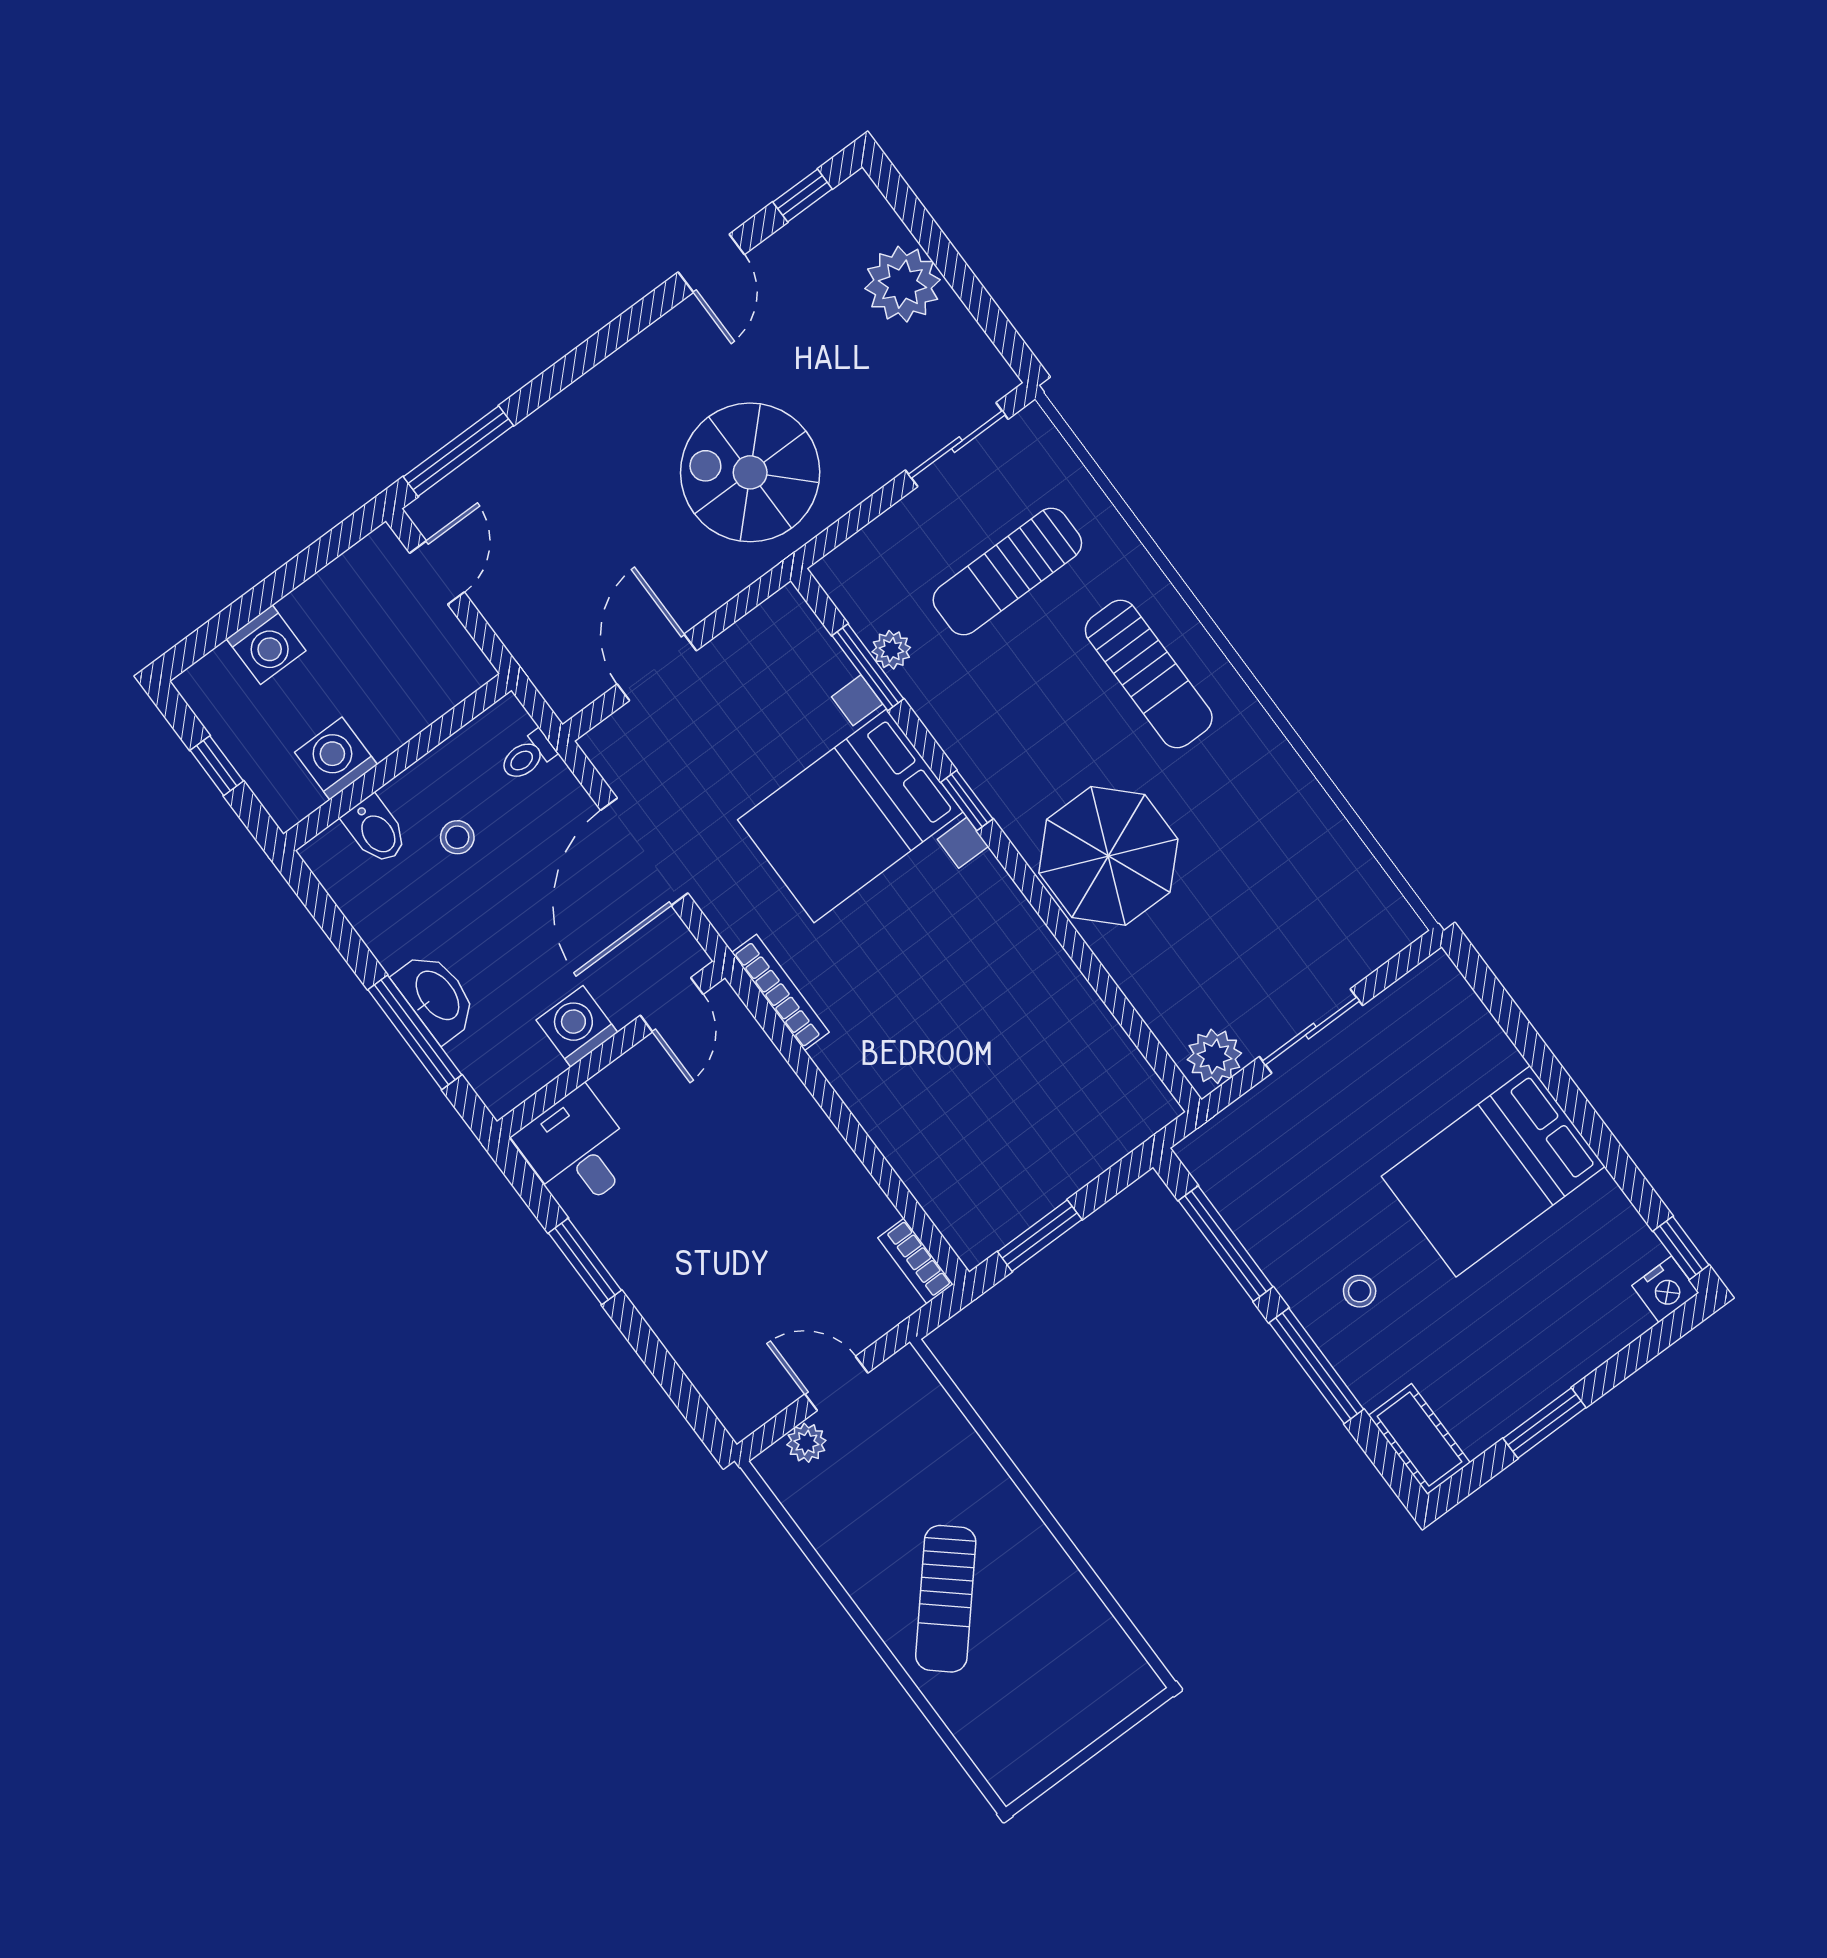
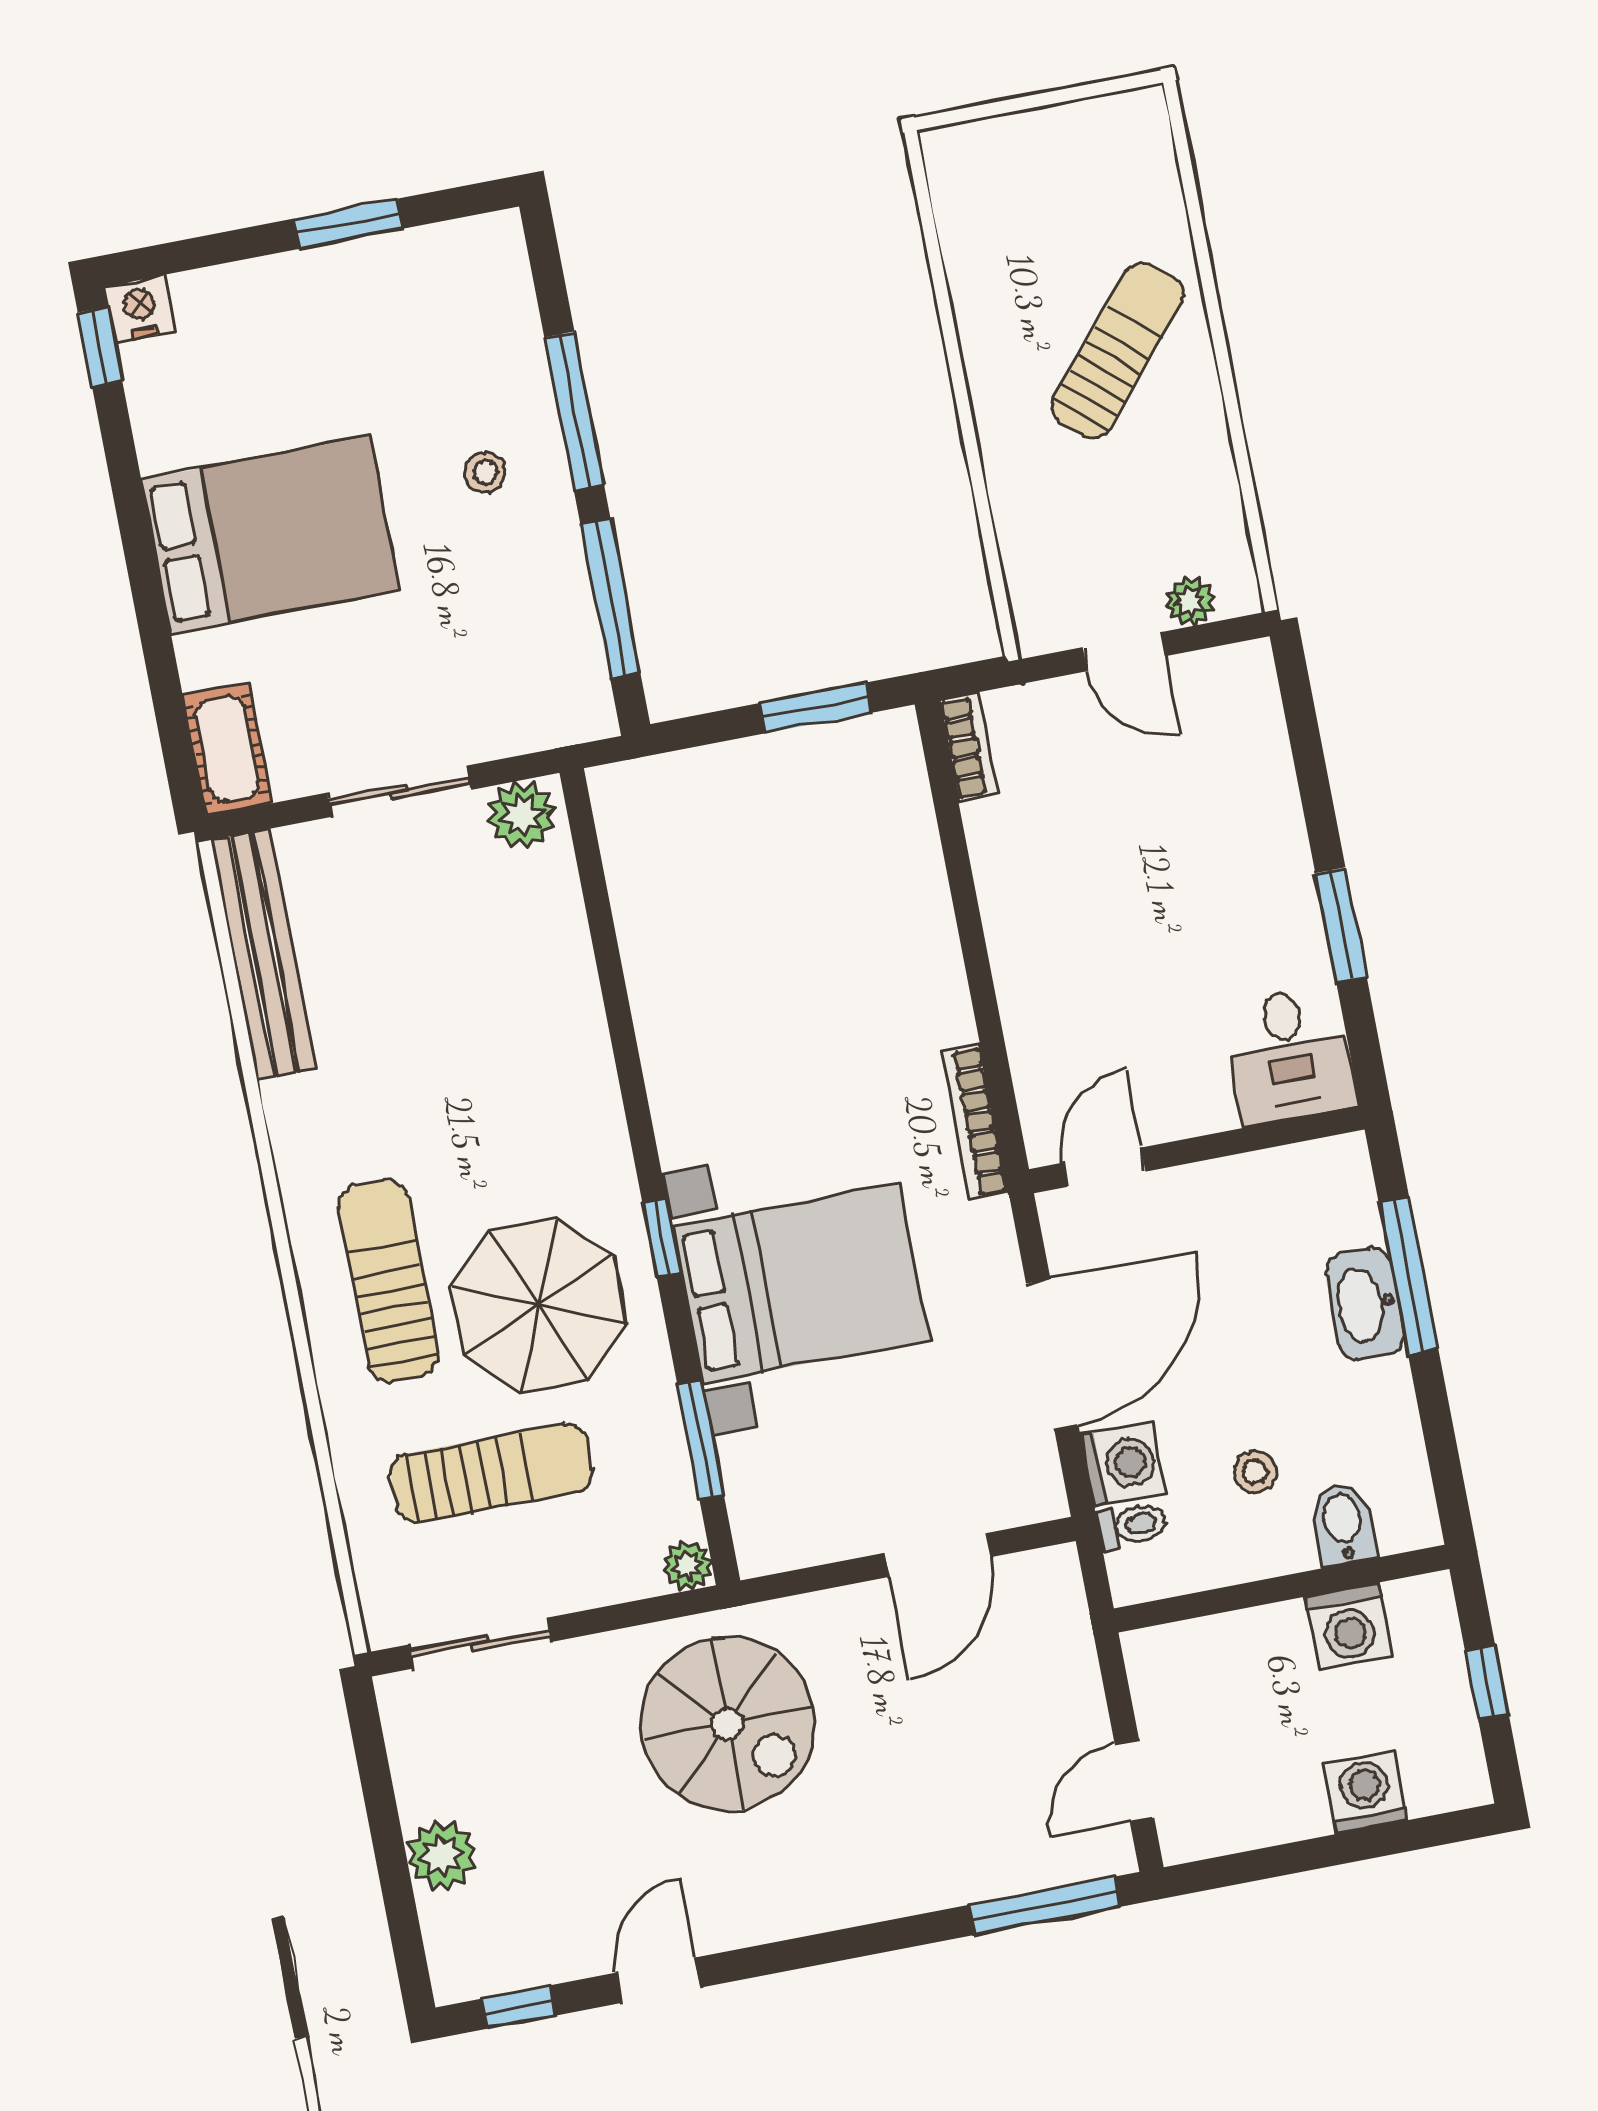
plant: (903, 284) -> (442, 1856), width x0.73, depth x0.73
plant: (891, 650) -> (688, 1566), moved
parasol: (1108, 856) -> (539, 1306), moved
bench: (1352, 866) -> (264, 955), added
washing machine: (577, 1026) -> (1123, 1464), moved, turned -90
cot: (1419, 1439) -> (227, 749), moved

